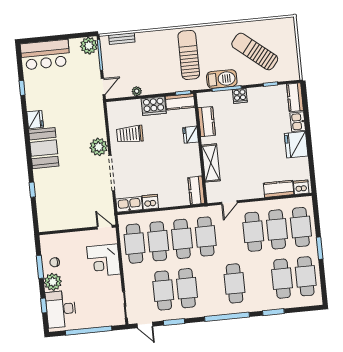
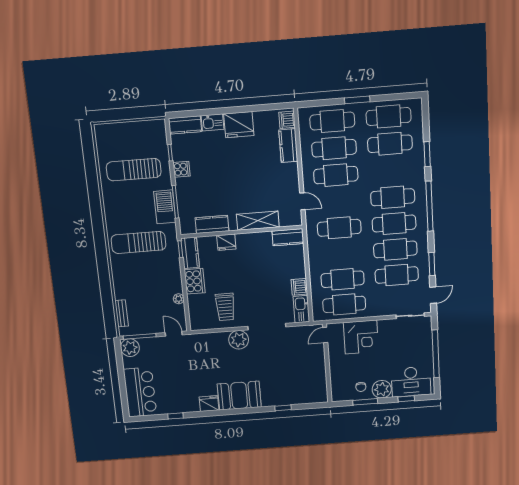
sun lounger: (255, 51) -> (134, 170), turned 51
cooker: (240, 96) -> (182, 169), moved
cafe table: (182, 239) -> (394, 224), moved

